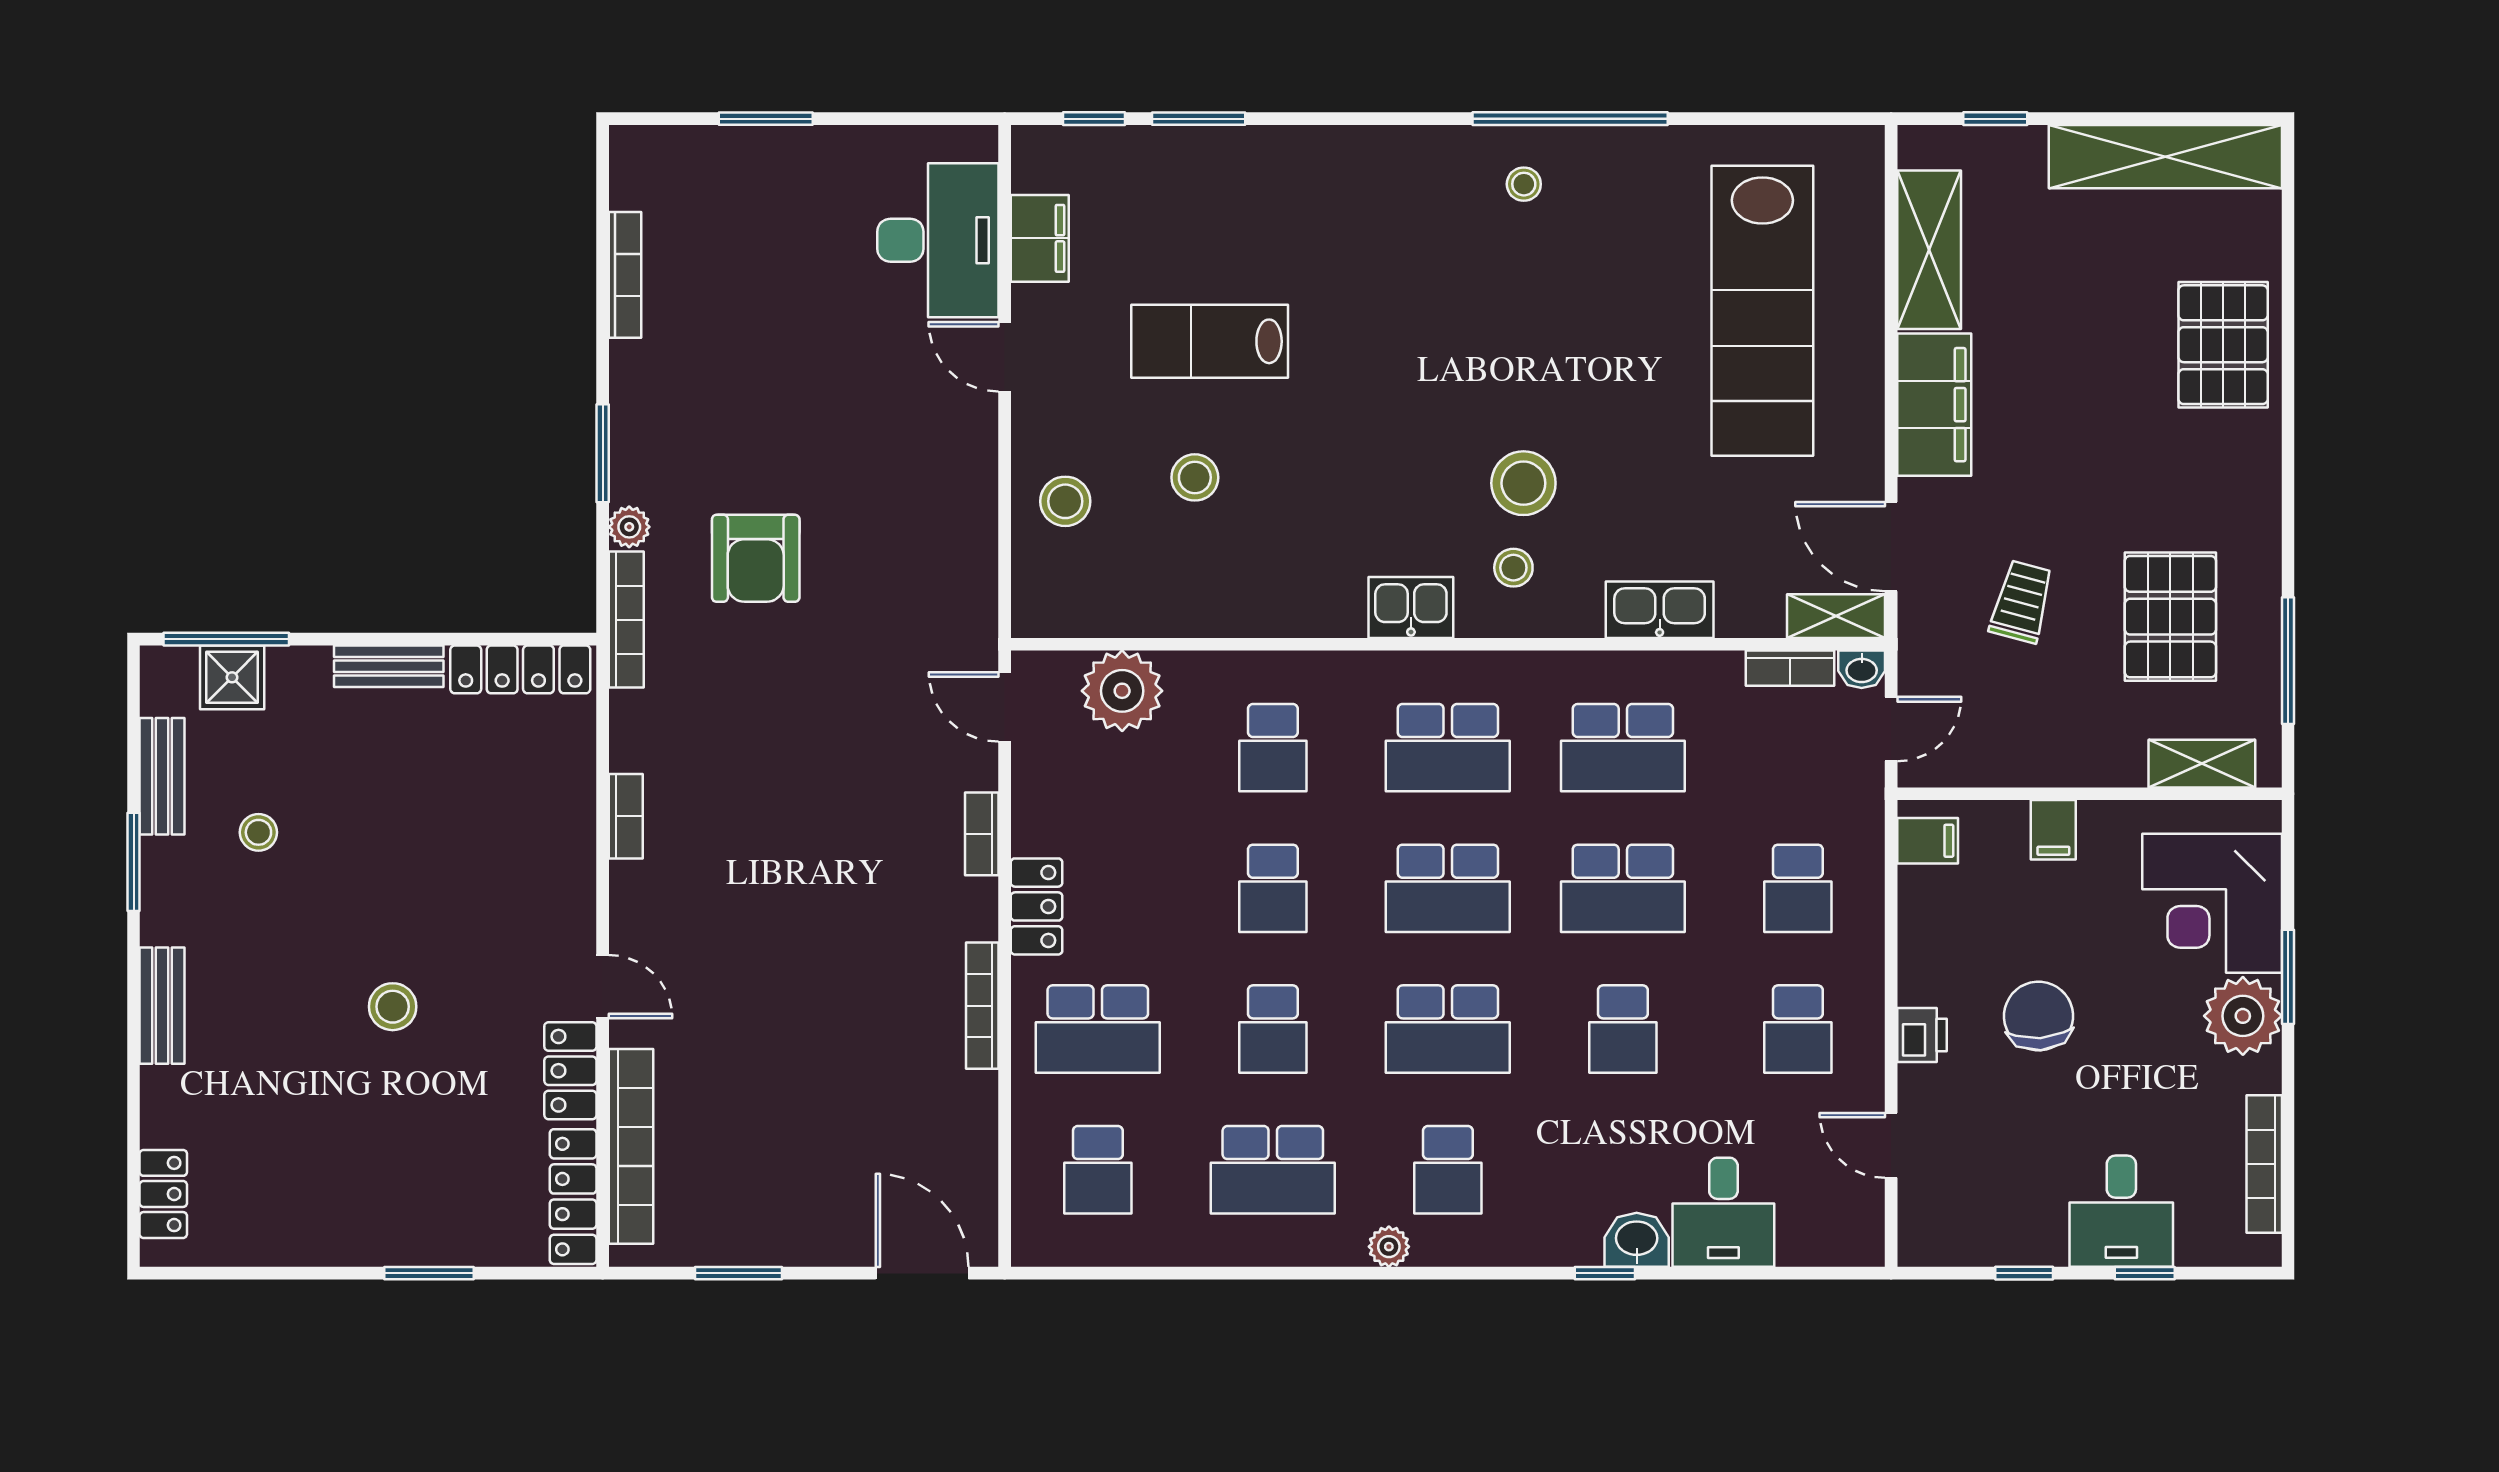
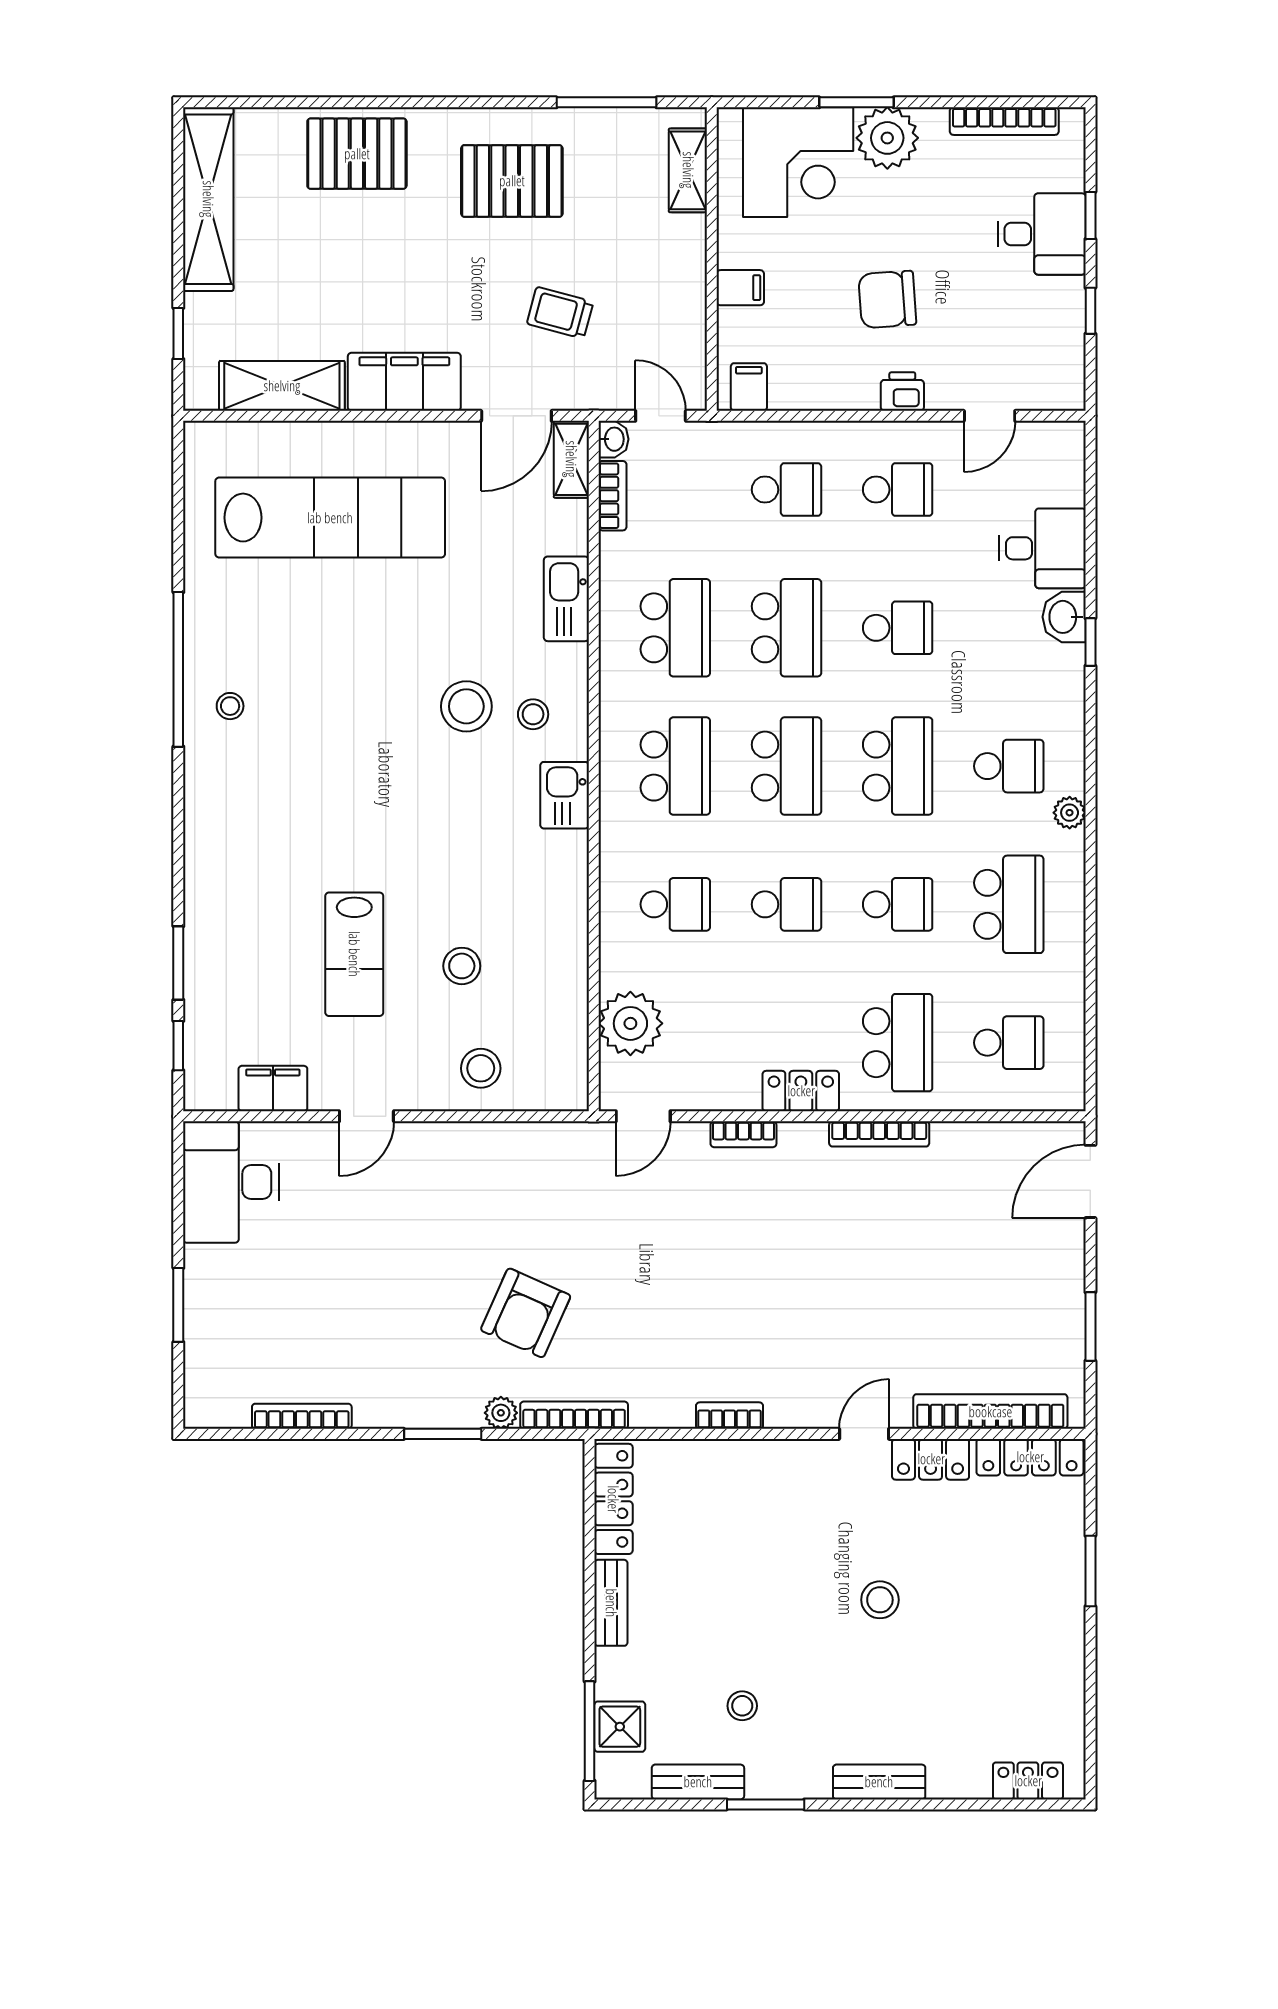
desk: (938, 240) -> (231, 1182), moved, turned -90
armchair: (756, 558) -> (526, 1313), turned 114
pallet: (2170, 617) -> (512, 181), moved

